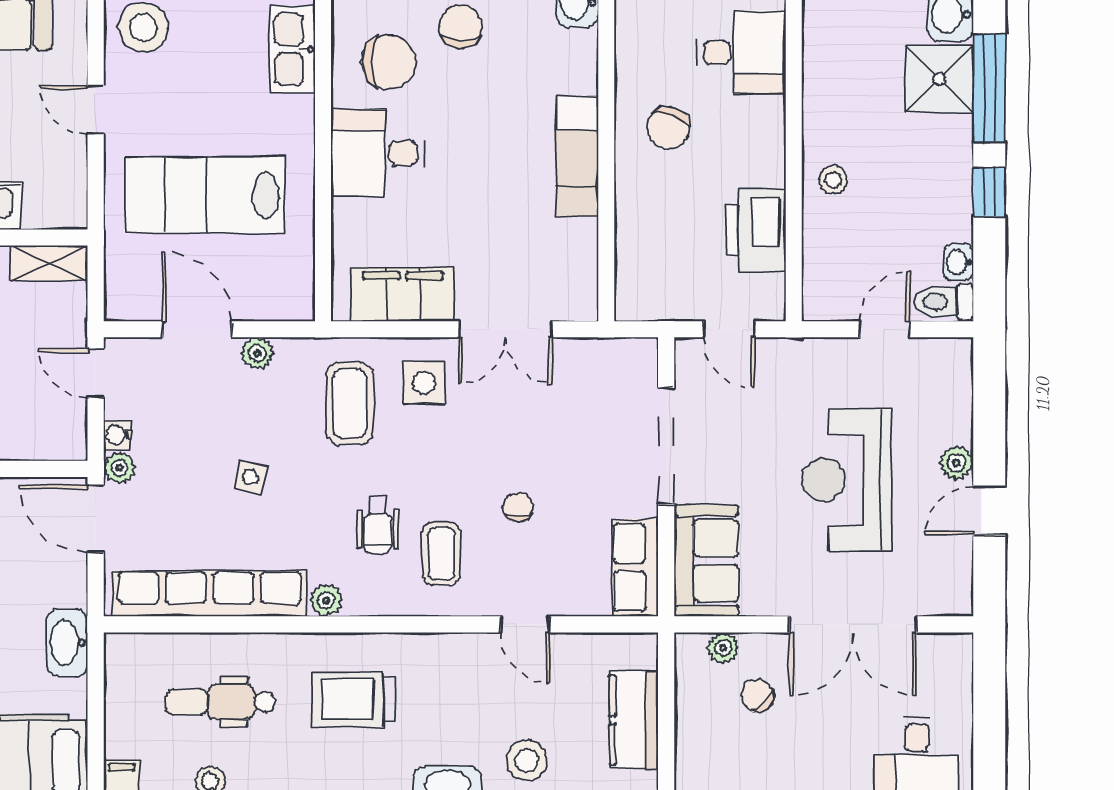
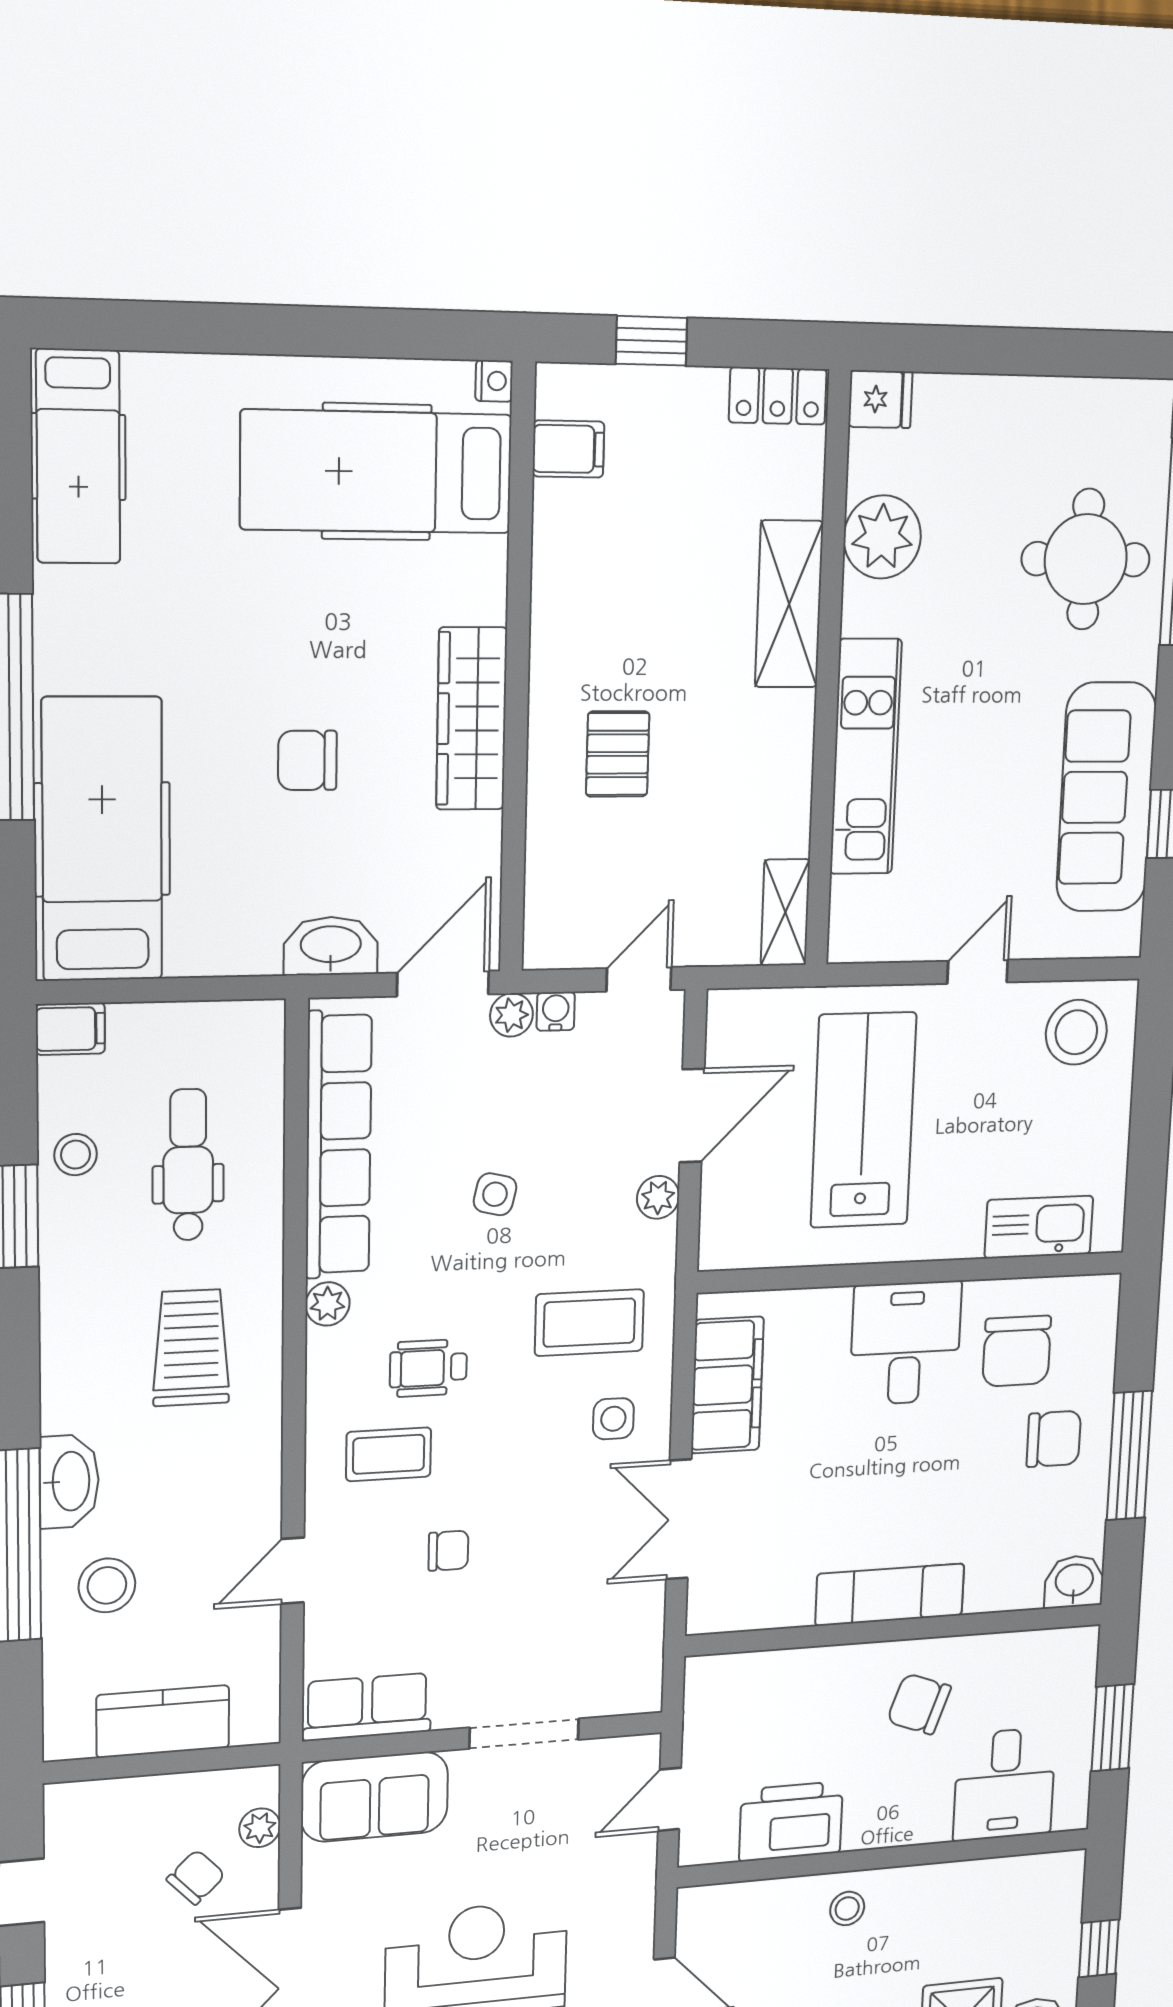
side table: (424, 383) -> (613, 1419), width x0.73, depth x0.73
doorway: (666, 446) -> (524, 1734), width x0.73
washbasin: (67, 643) -> (331, 946), moved

